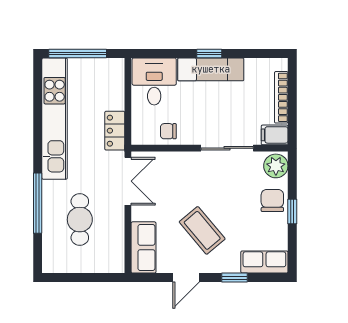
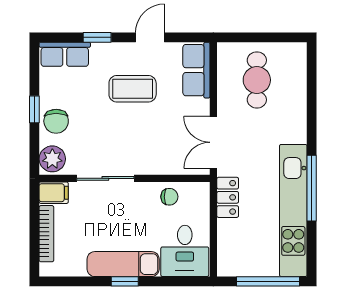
window: (38, 203) -> (312, 188), moved
cafe table: (80, 220) -> (257, 80), moved
coffee table: (202, 230) -> (133, 89), turned -50

